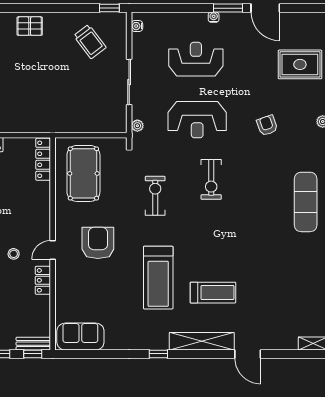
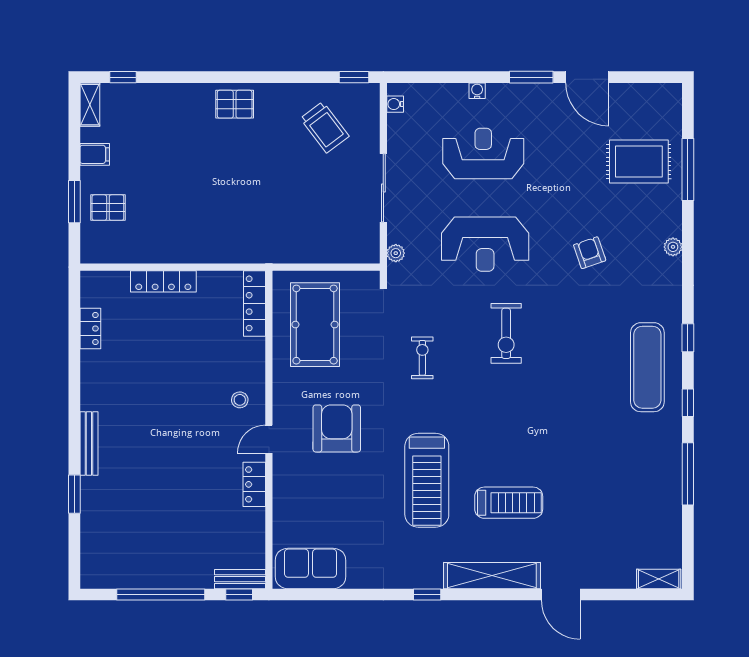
water cooler: (214, 17) -> (477, 91), moved
exercise bike: (155, 196) -> (422, 358), width x0.73, depth x0.72
stool: (14, 254) -> (240, 400), moved

